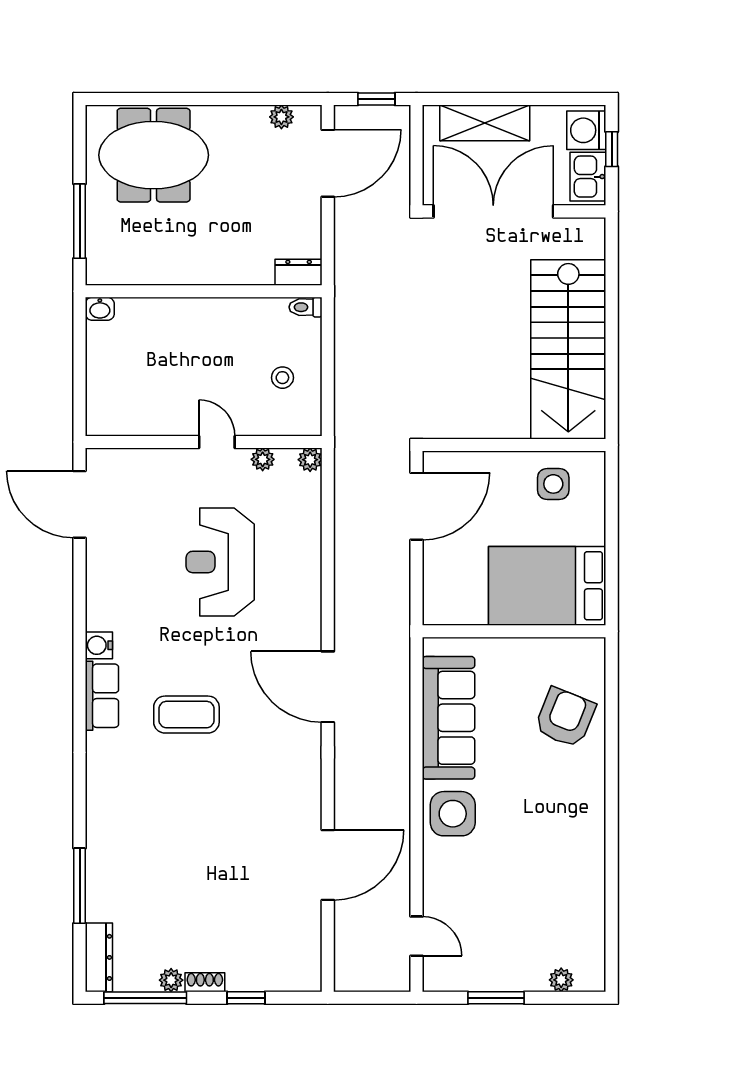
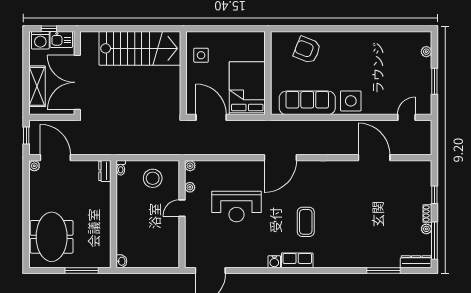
plant: (281, 117) -> (34, 166), moved
stool: (282, 378) -> (153, 178), width x1.89, depth x1.89
bed: (547, 586) -> (247, 88), moved, turned 180
door: (328, 687) -> (280, 158), moved

